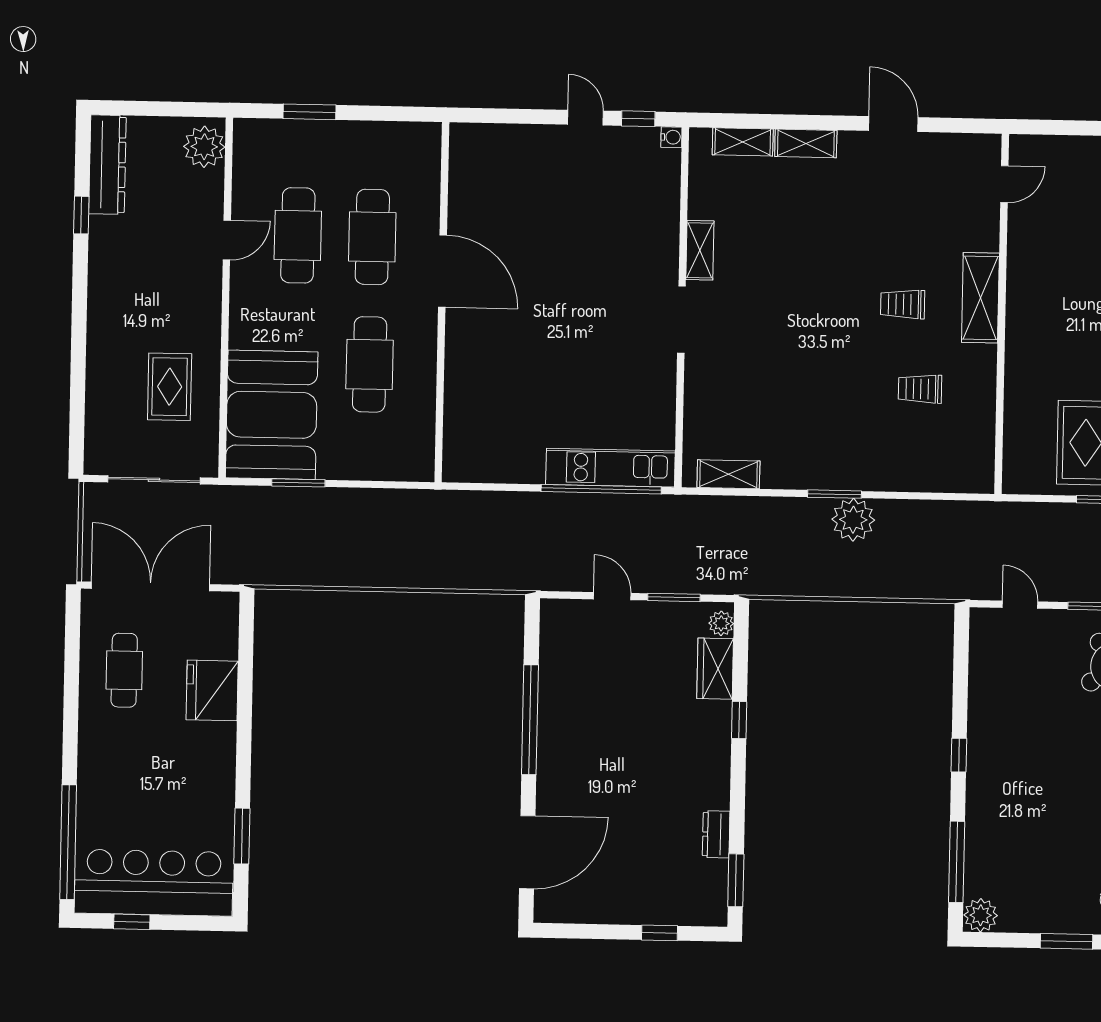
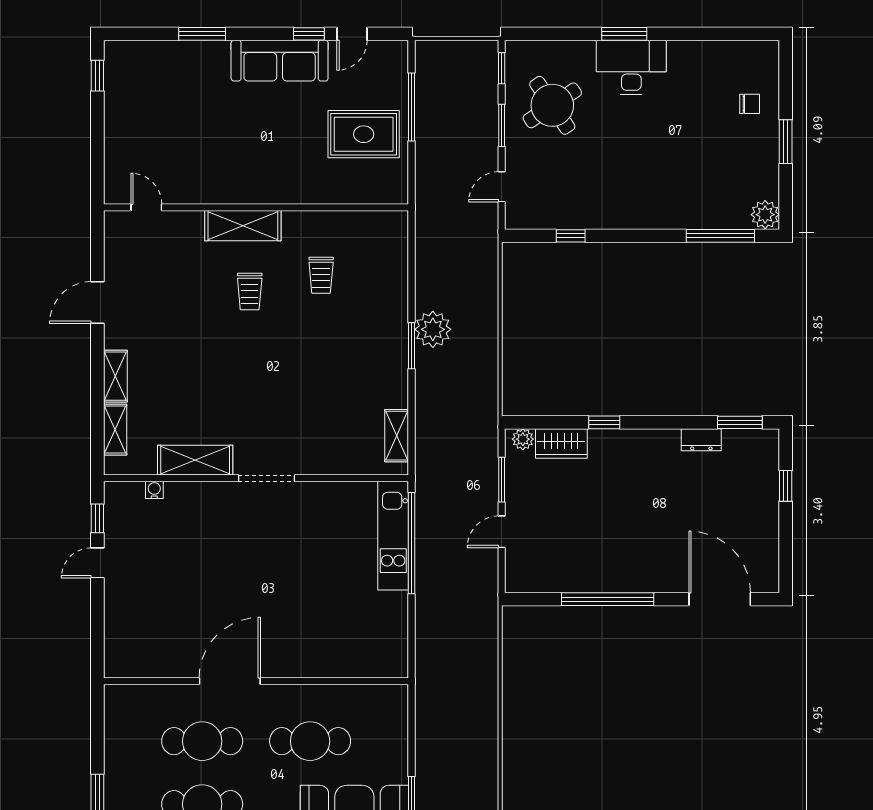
water cooler: (671, 137) -> (154, 490), moved
shelving: (700, 250) -> (195, 460), width x1.50, depth x1.33
window: (959, 755) -> (571, 236), moved

